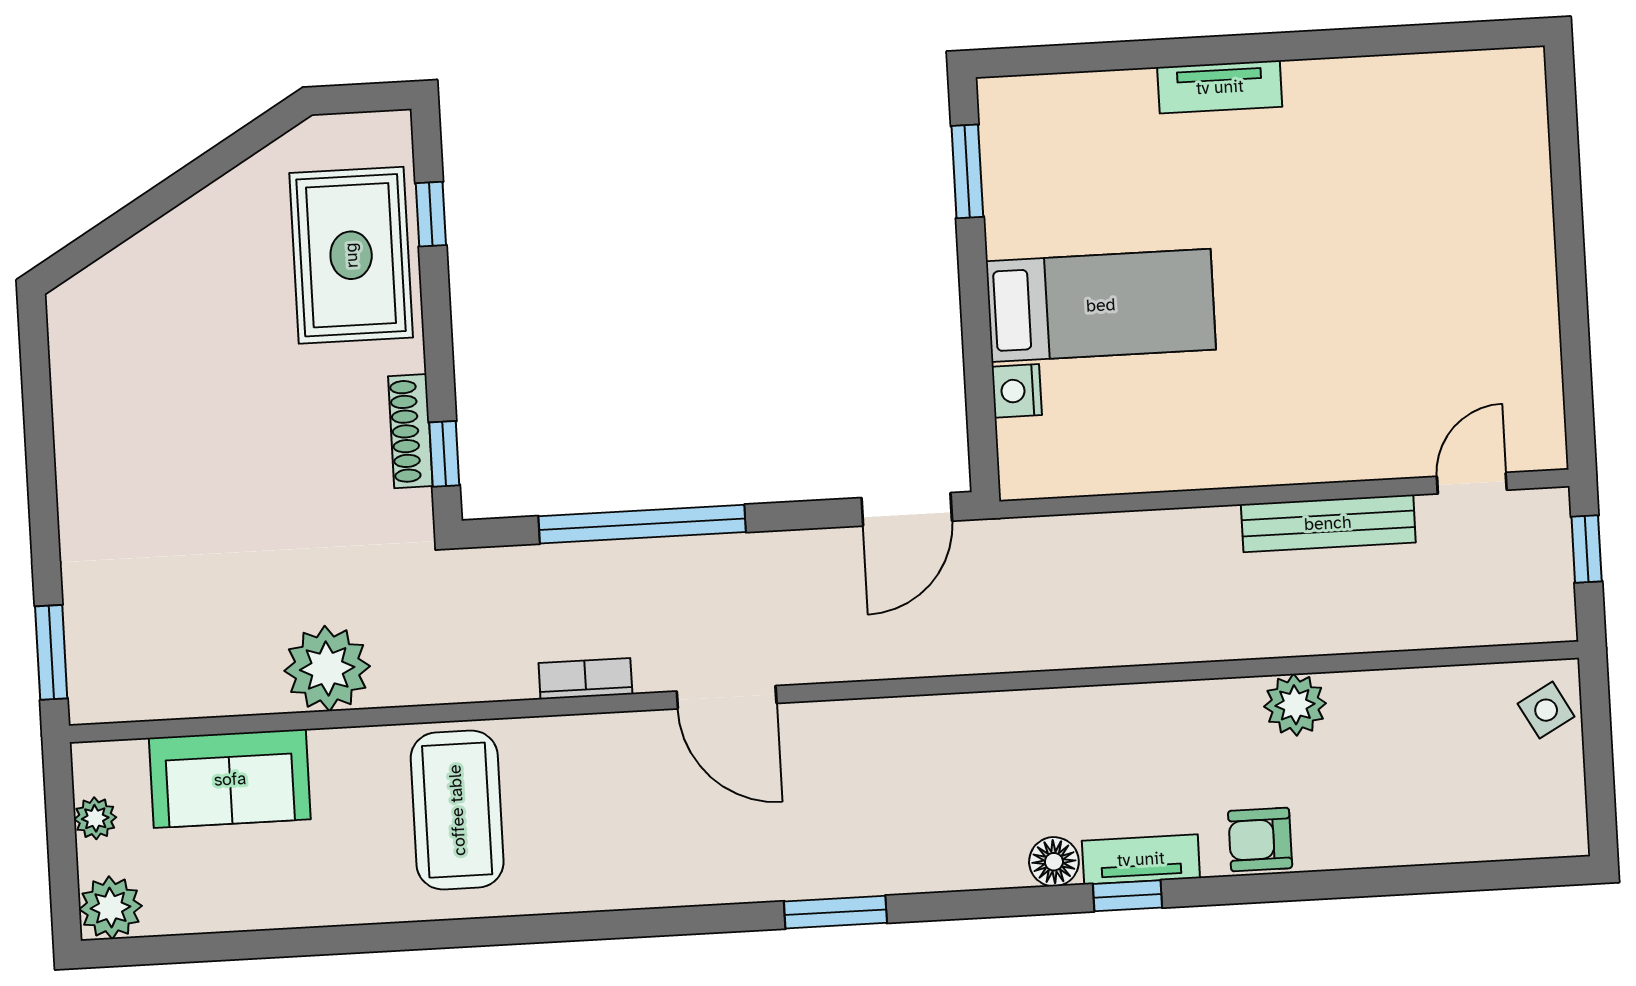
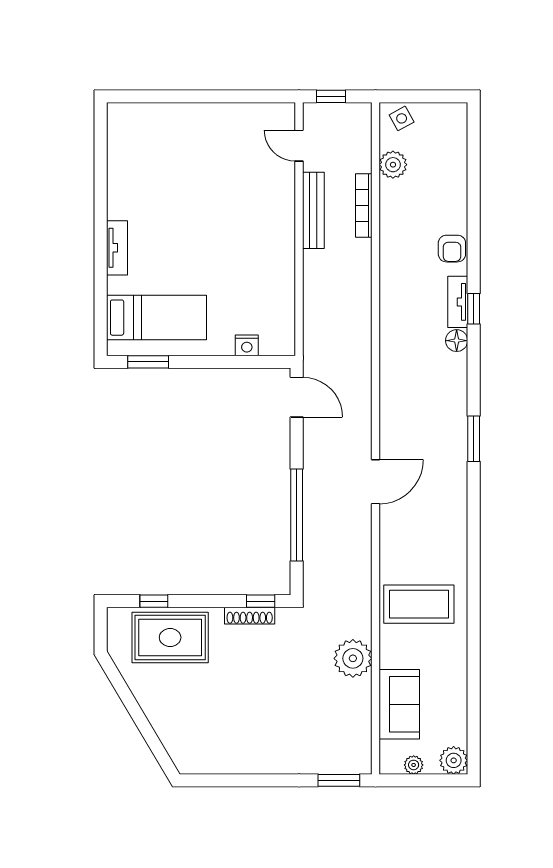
bed: (1101, 305) -> (156, 318), moved, turned 90
bookcase: (585, 679) -> (364, 206), moved, width x1.56
plant: (1295, 705) -> (393, 165), moved

